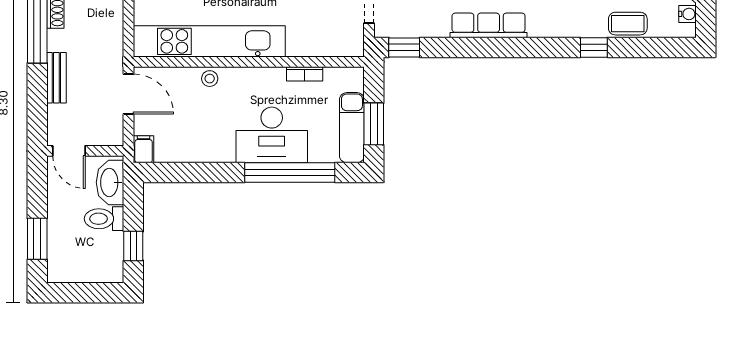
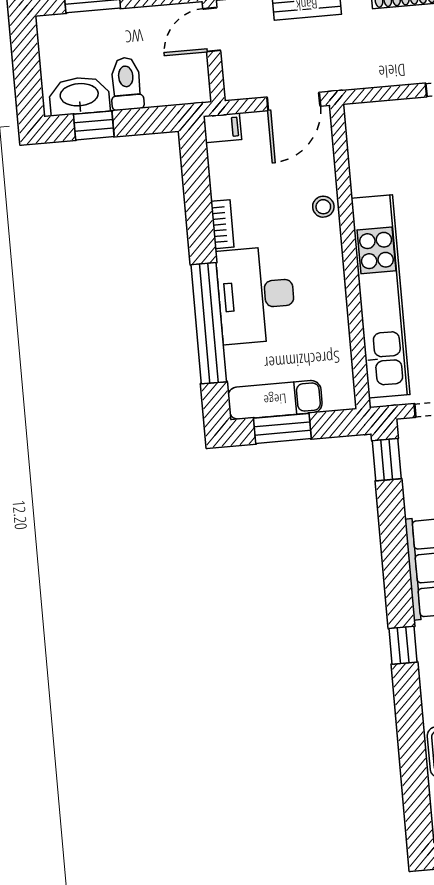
kitchen unit: (209, 41) -> (381, 296), moved
window: (594, 47) -> (403, 645), moved
bookcase: (305, 74) -> (222, 224), moved, turned 180
washbasin: (110, 182) -> (79, 96), moved

